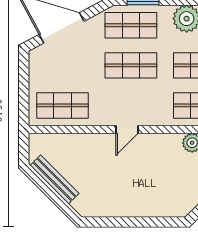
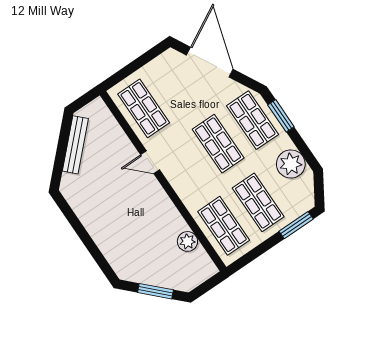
door: (127, 129) -> (150, 162), moved

